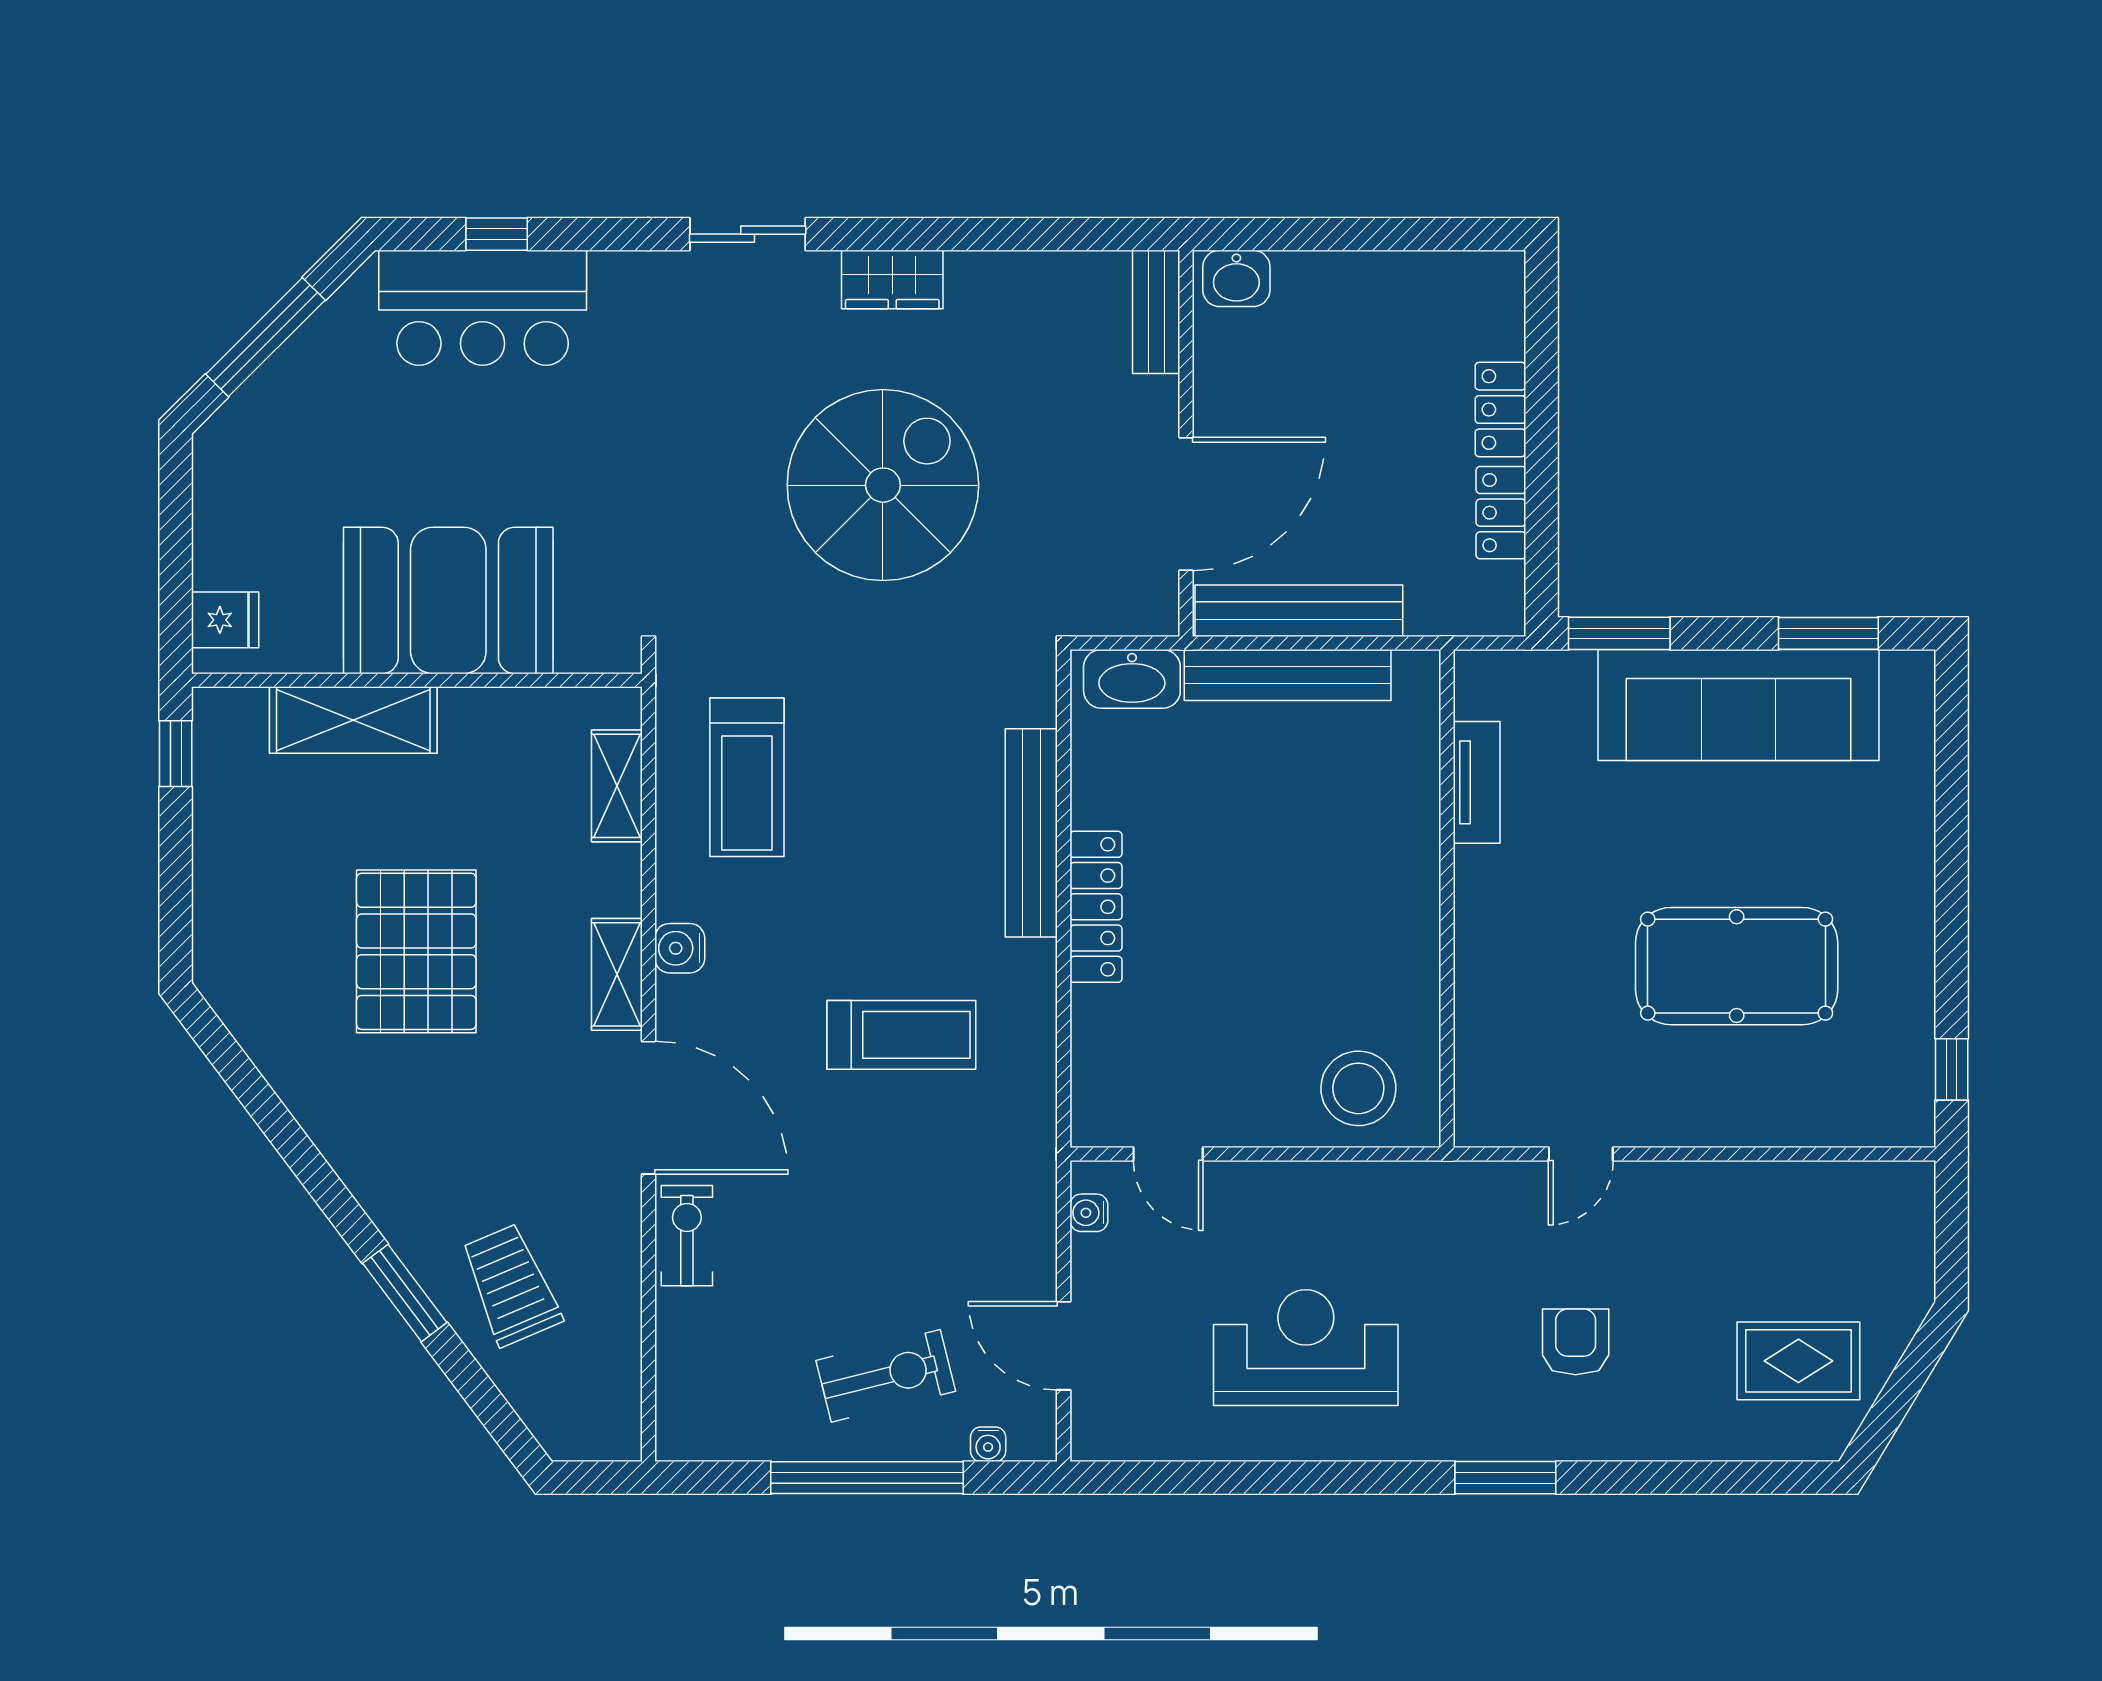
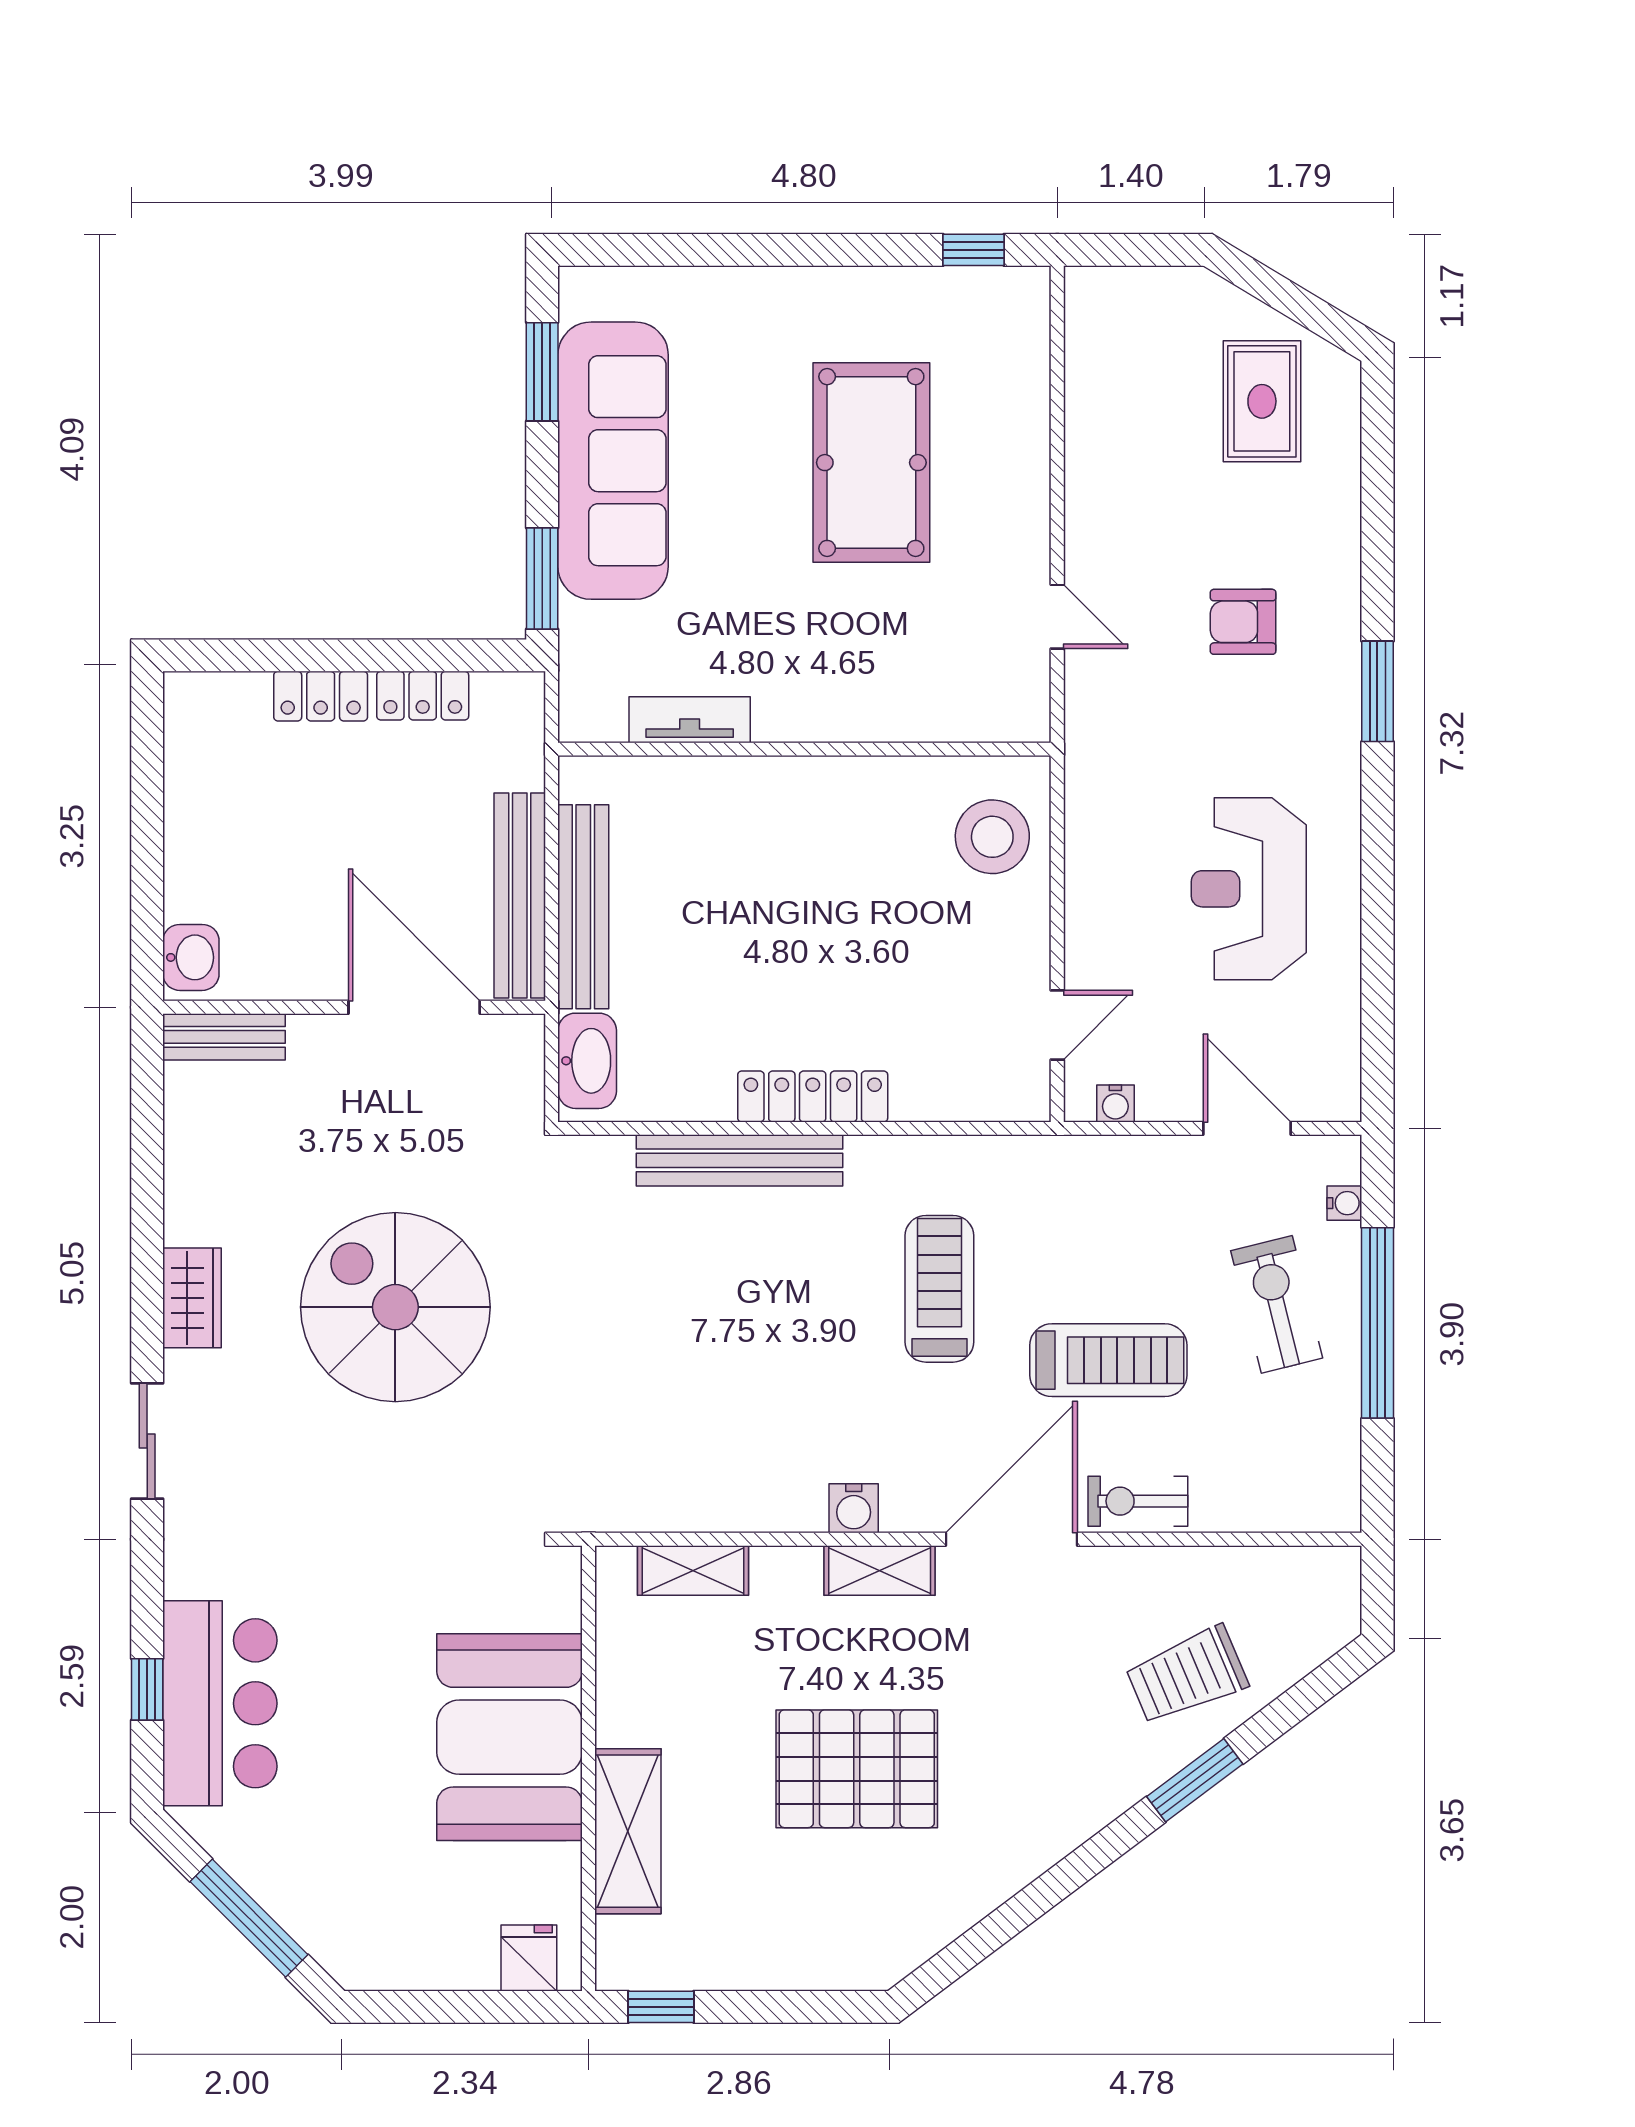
treadmill: (747, 777) -> (1108, 1360), moved
door: (1064, 1346) -> (1247, 1128), swing flipped

